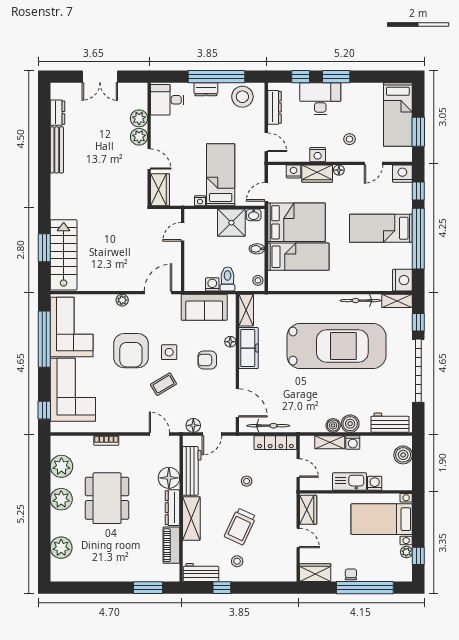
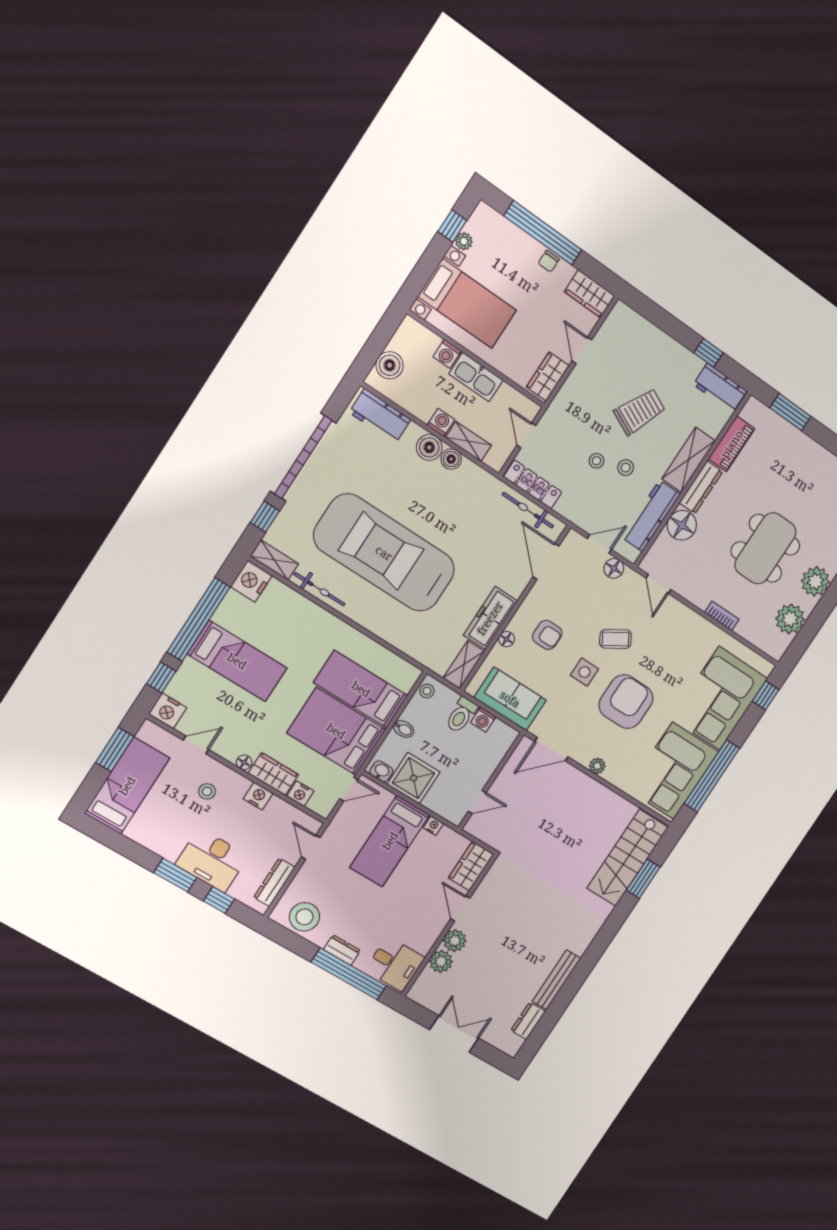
window: (216, 77) -> (349, 974), moved
stool: (237, 561) -> (626, 468), moved

